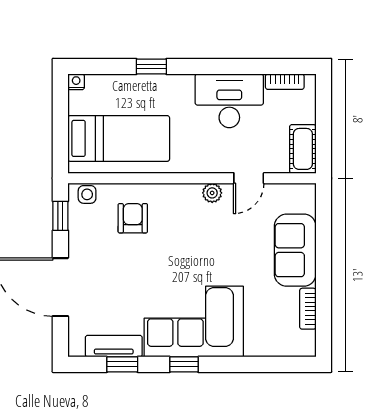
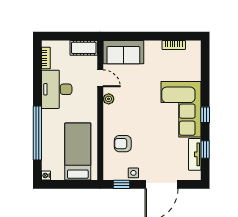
window: (151, 67) -> (37, 133), width x3.17
side table: (87, 194) -> (133, 173), moved
sofa: (295, 250) -> (123, 52), moved

